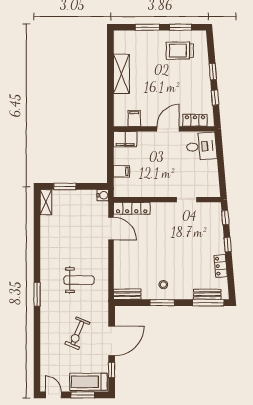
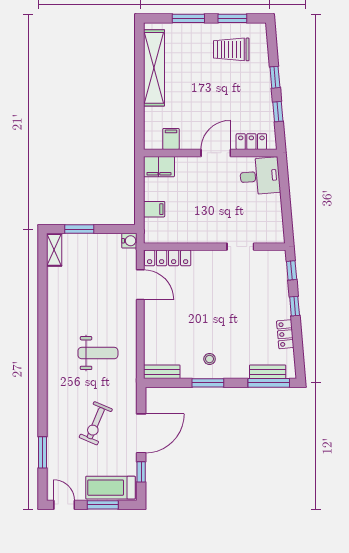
shelving: (121, 74) -> (154, 68), width x1.47
window: (37, 294) -> (42, 452), moved

